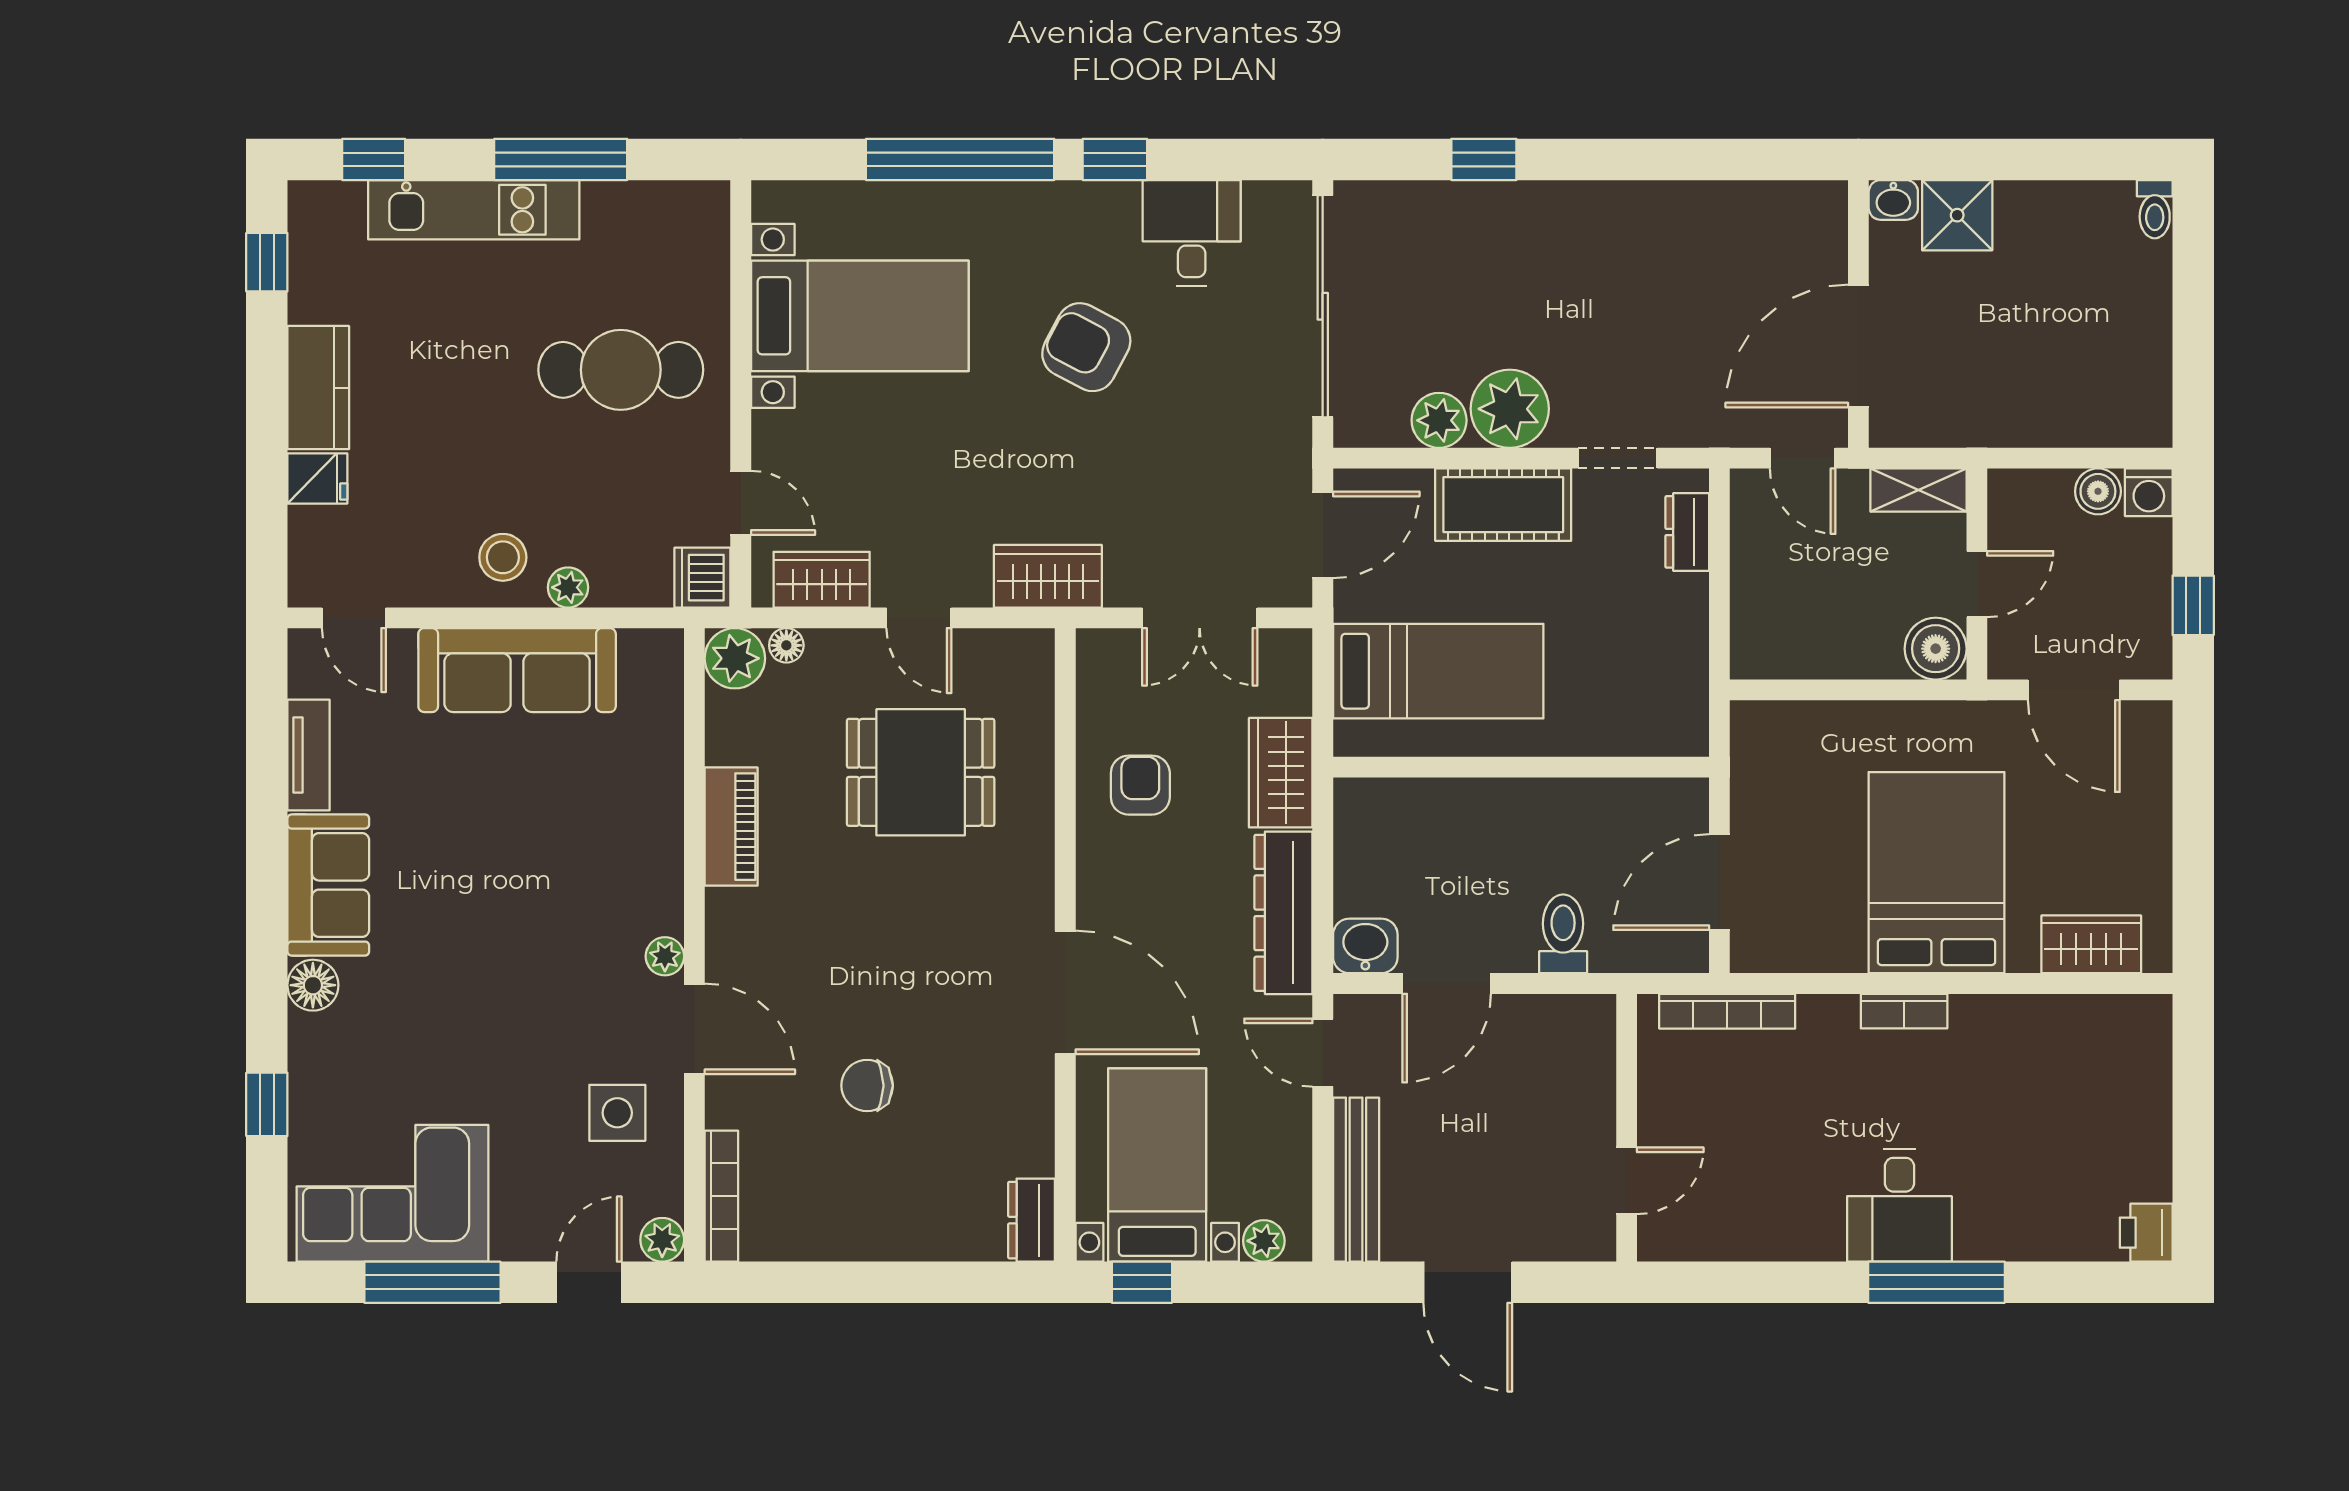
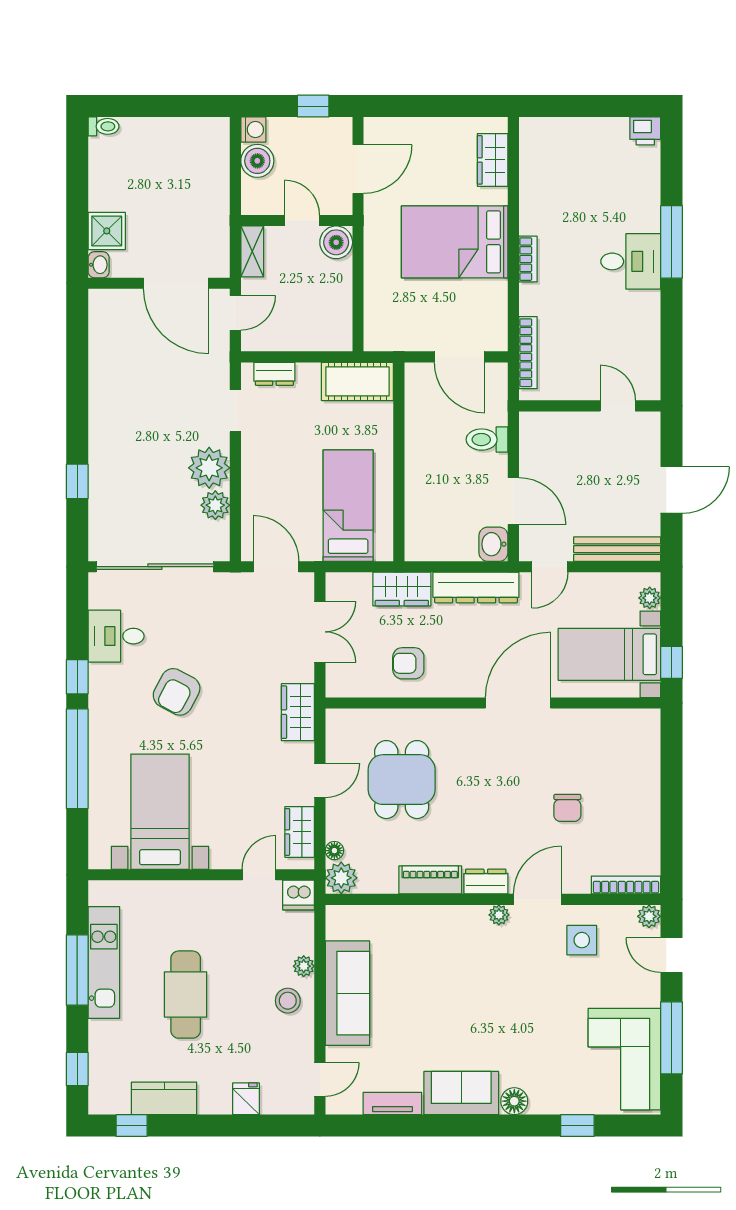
kitchen unit: (474, 210) -> (104, 962), moved
cafe table: (621, 370) -> (186, 995), moved
kitchen counter: (318, 388) -> (164, 1098), moved
boiler: (2098, 491) -> (257, 161), width x1.36, depth x1.36
cot: (1503, 505) -> (357, 381), moved, turned 90
dresser: (1032, 1220) -> (486, 881), moved, turned 180

